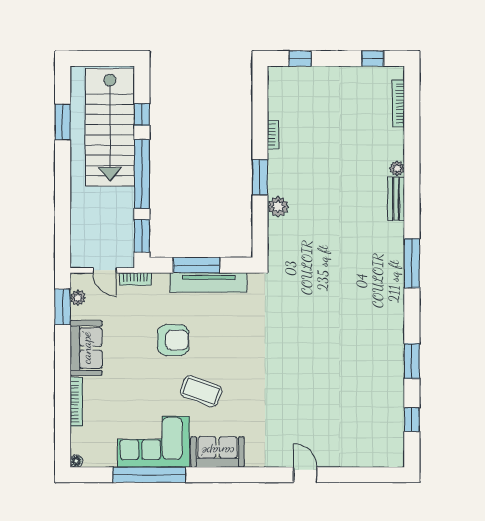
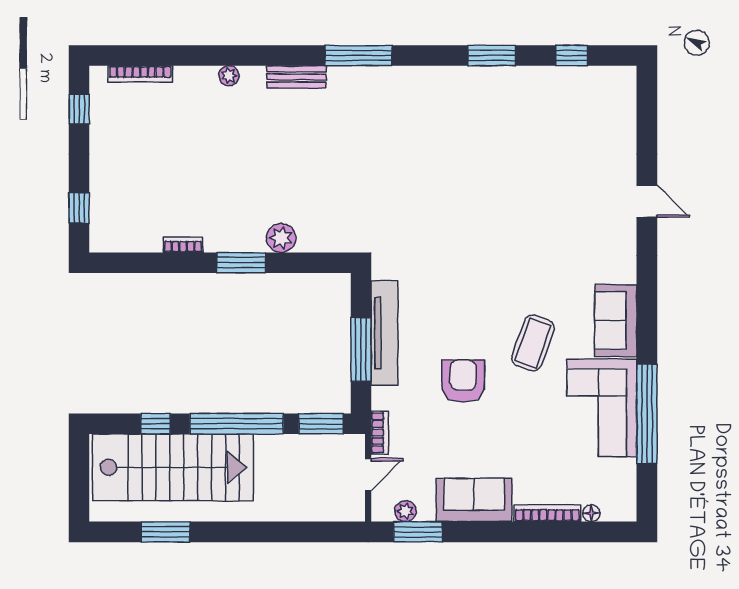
bench: (396, 199) -> (296, 77), moved
floor lamp: (76, 461) -> (591, 513), moved
door: (305, 475) -> (647, 201), swing flipped

